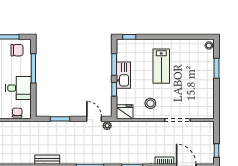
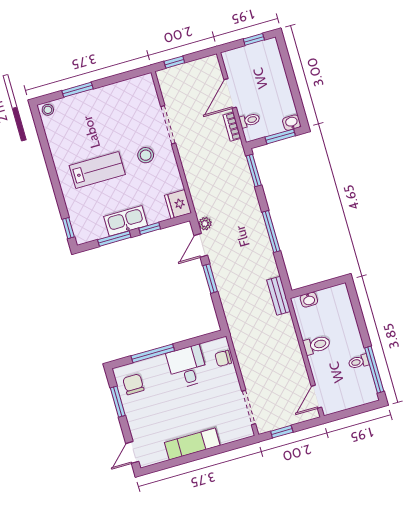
stool: (150, 103) -> (146, 155), moved
window: (60, 119) -> (210, 279), moved
window: (216, 151) -> (174, 62), moved

